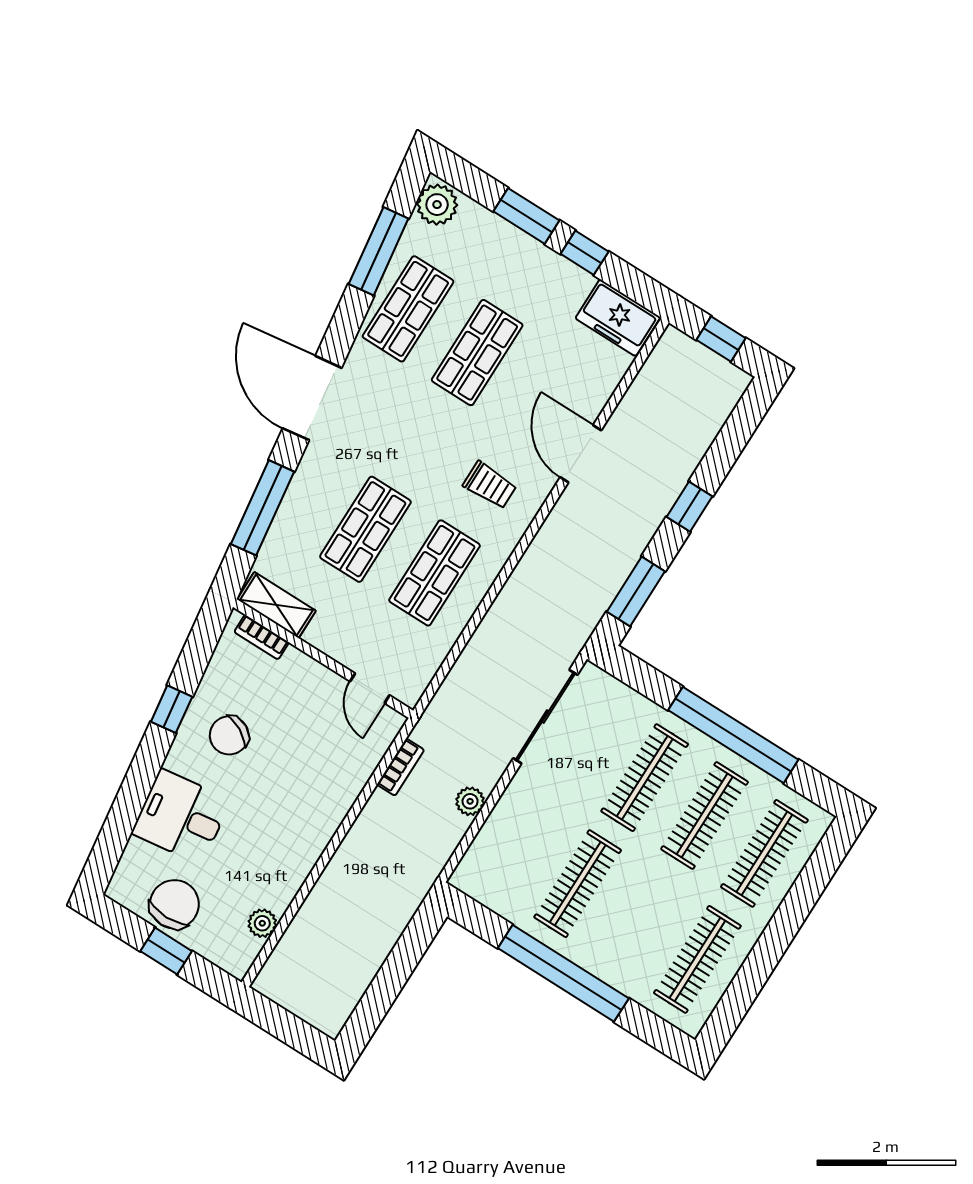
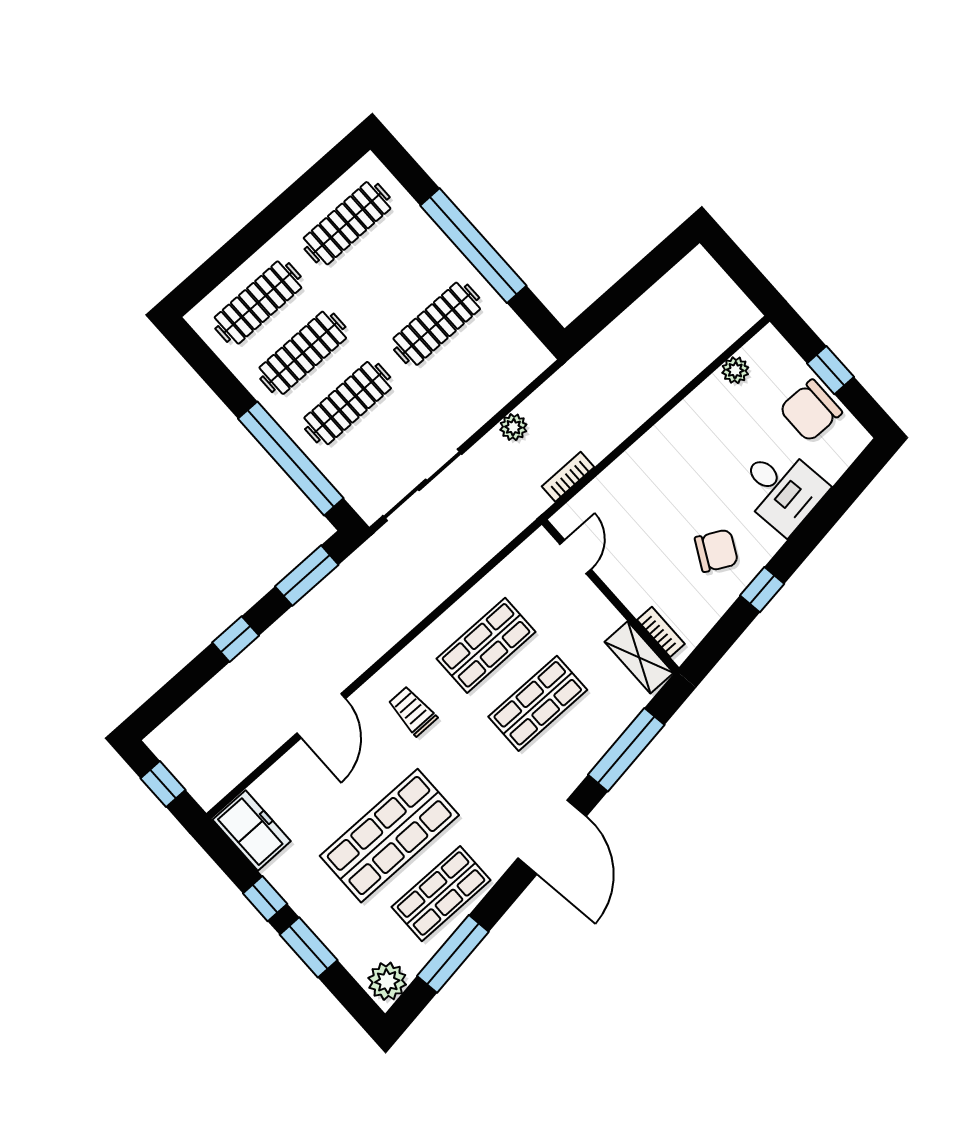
shop shelf: (477, 353) -> (389, 836), width x1.43, depth x1.36
window: (733, 735) -> (291, 458), moved

